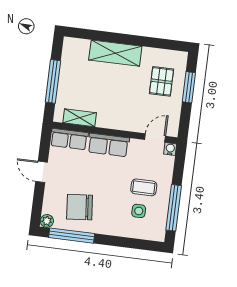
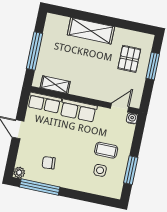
chair: (80, 207) -> (49, 163), width x0.54, depth x0.54
window: (174, 208) -> (131, 170), width x0.69

